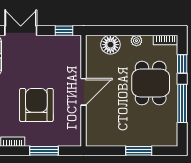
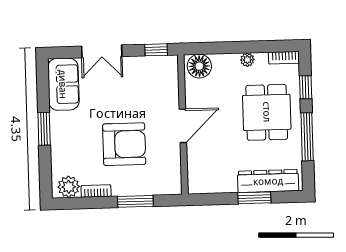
double door: (21, 31) -> (102, 51), swing flipped
floor lamp: (110, 45) -> (199, 66), moved
armchair: (36, 105) -> (124, 144), turned 90
dresser: (150, 138) -> (268, 181), added

